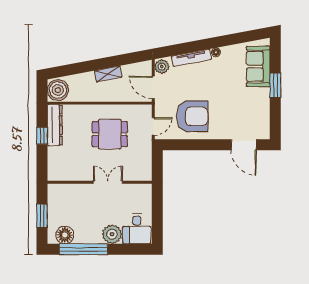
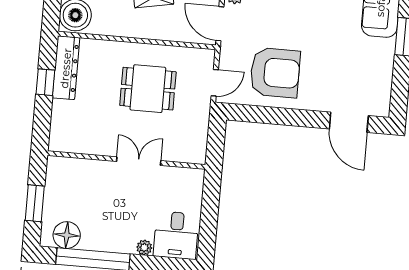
plant: (112, 234) -> (144, 248), width x0.53, depth x0.53

